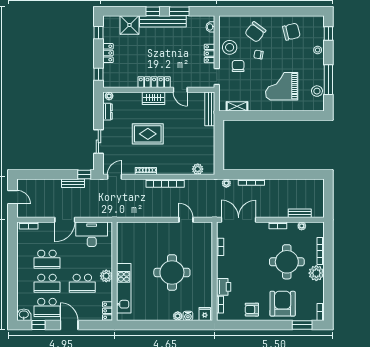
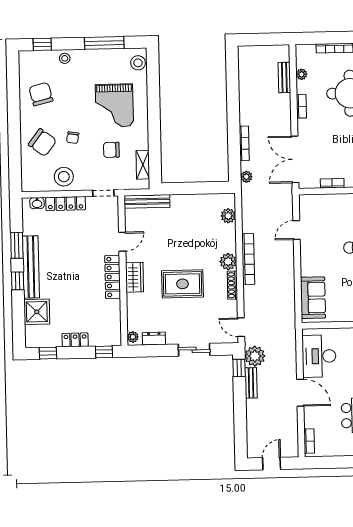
locker: (209, 53) -> (66, 204), width x1.53
chair: (238, 66) -> (111, 150), moved
stool: (317, 91) -> (138, 63), moved
rug: (148, 134) -> (182, 284), turned 90
plant: (164, 168) -> (228, 262), added
plant: (93, 186) -> (255, 356), added
sofa: (135, 231) -> (313, 298), added

